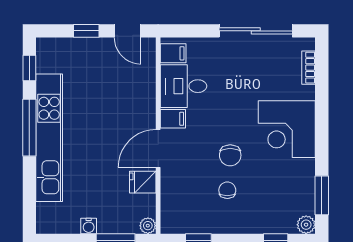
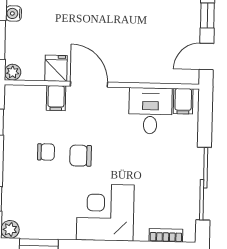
filing cabinet: (173, 119) -> (56, 98), moved

